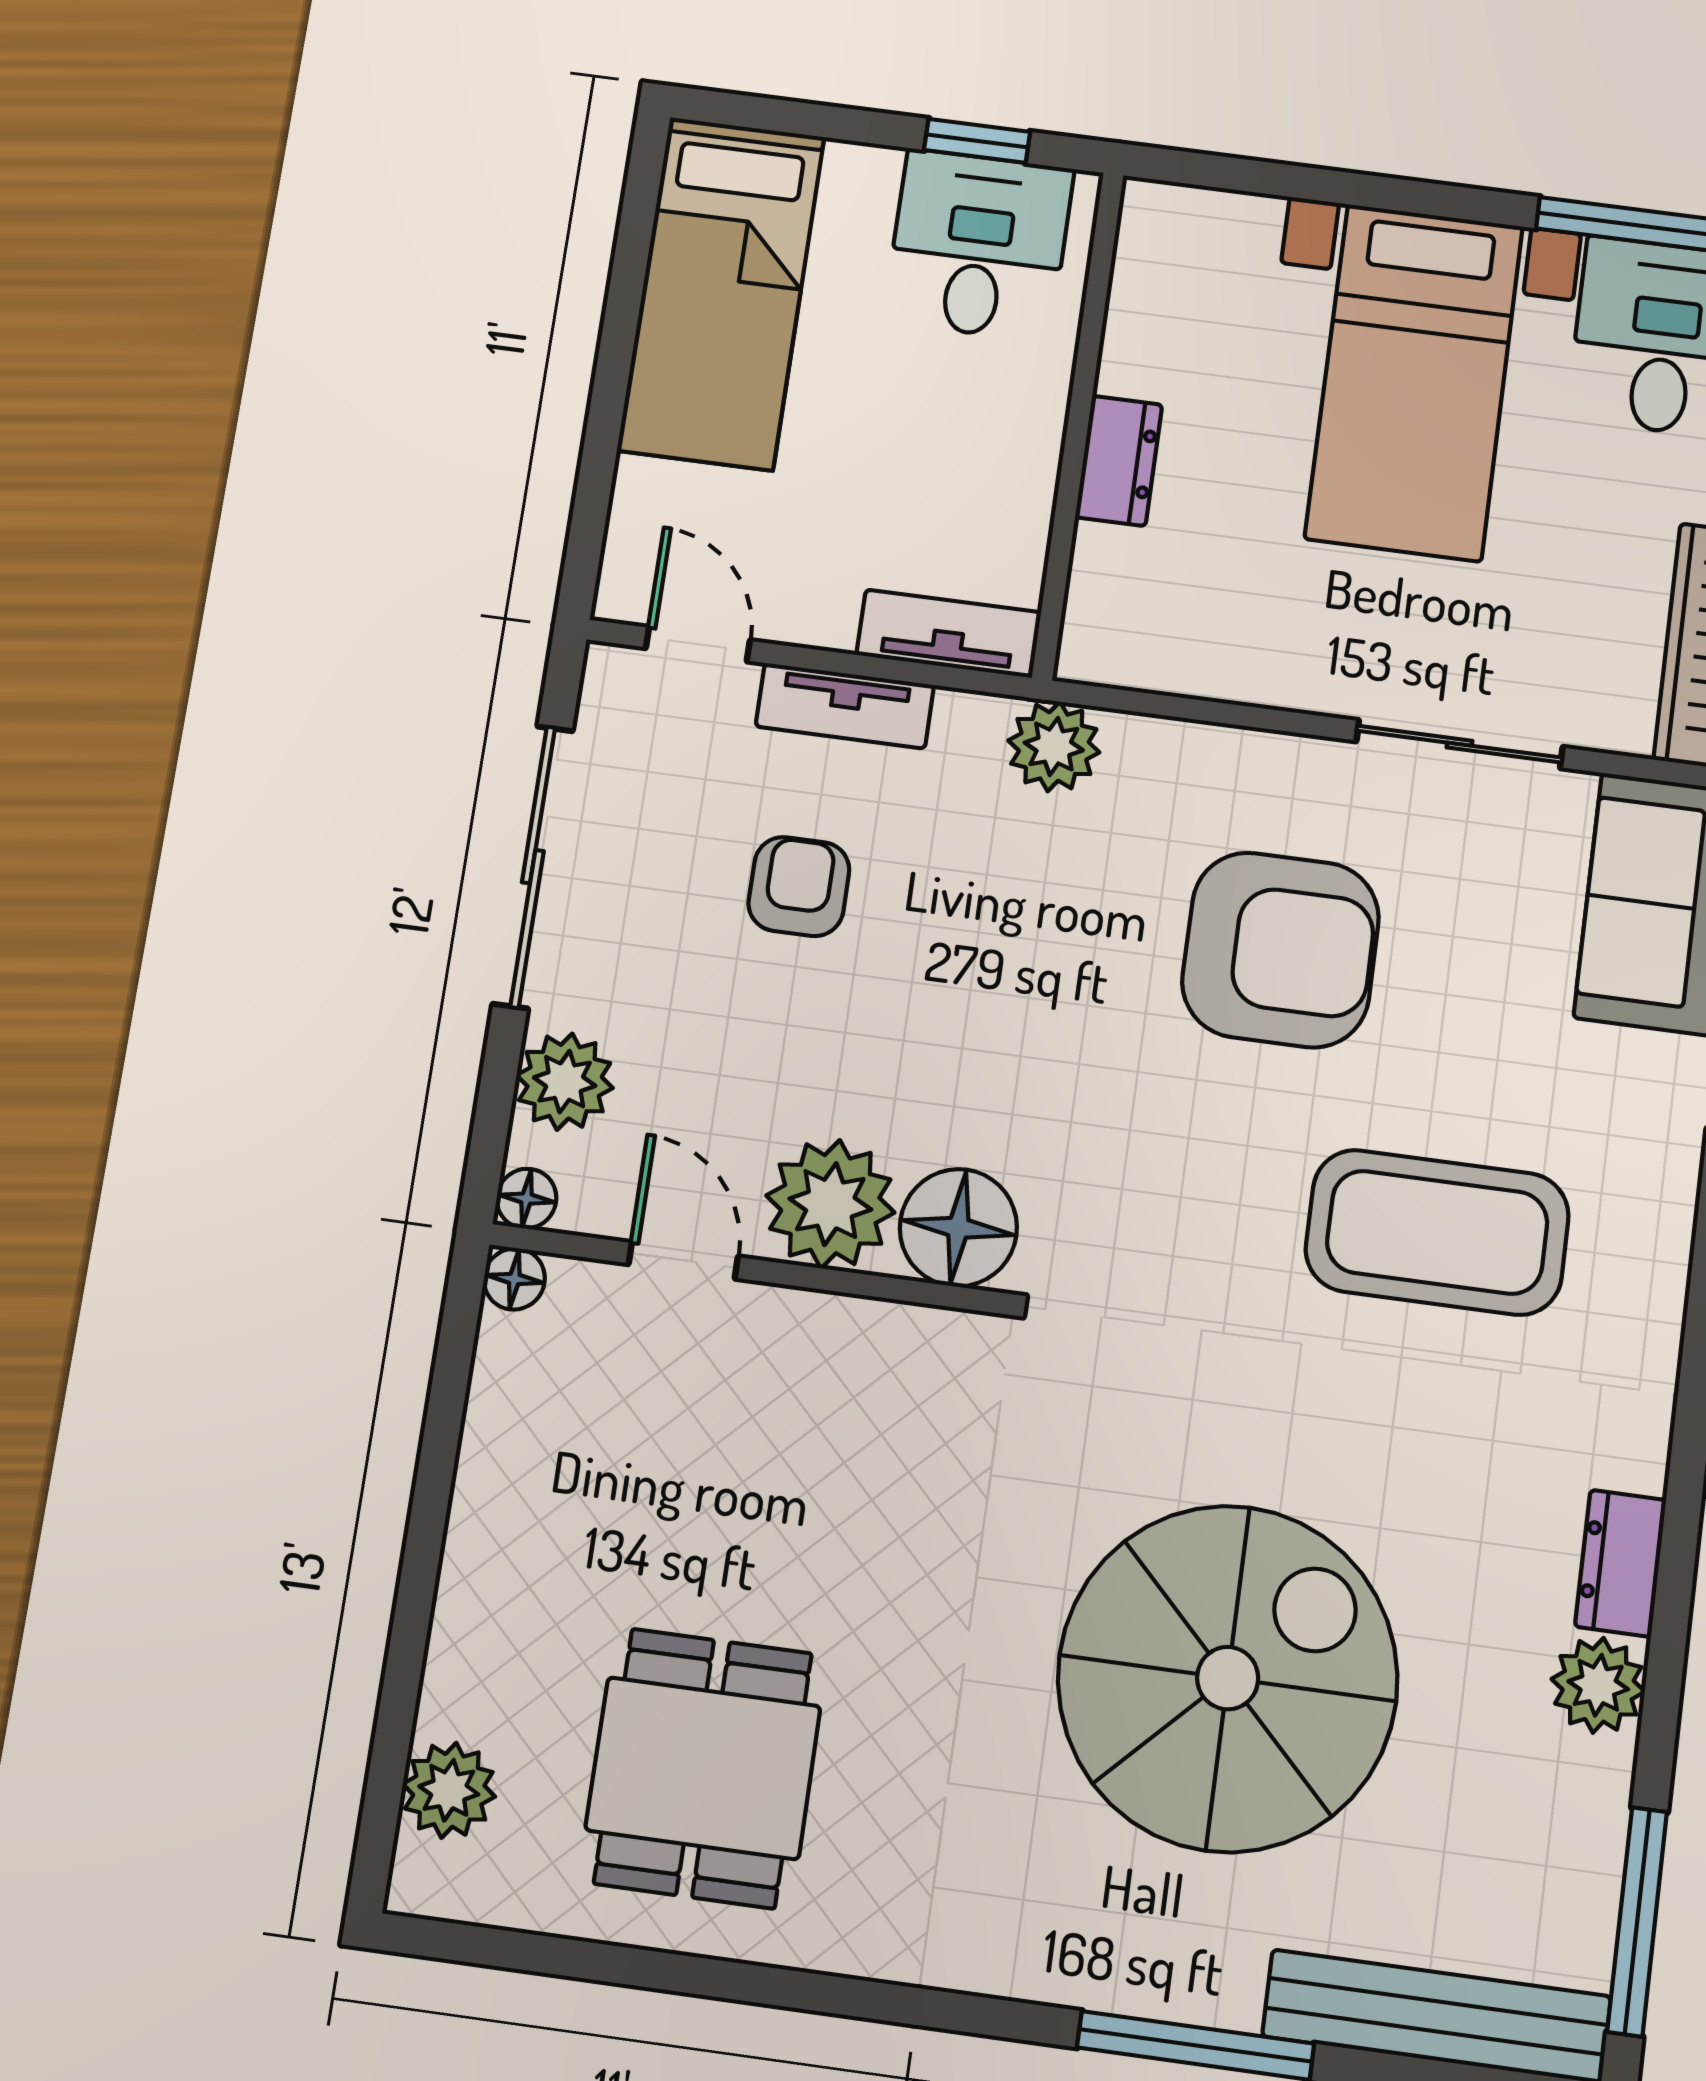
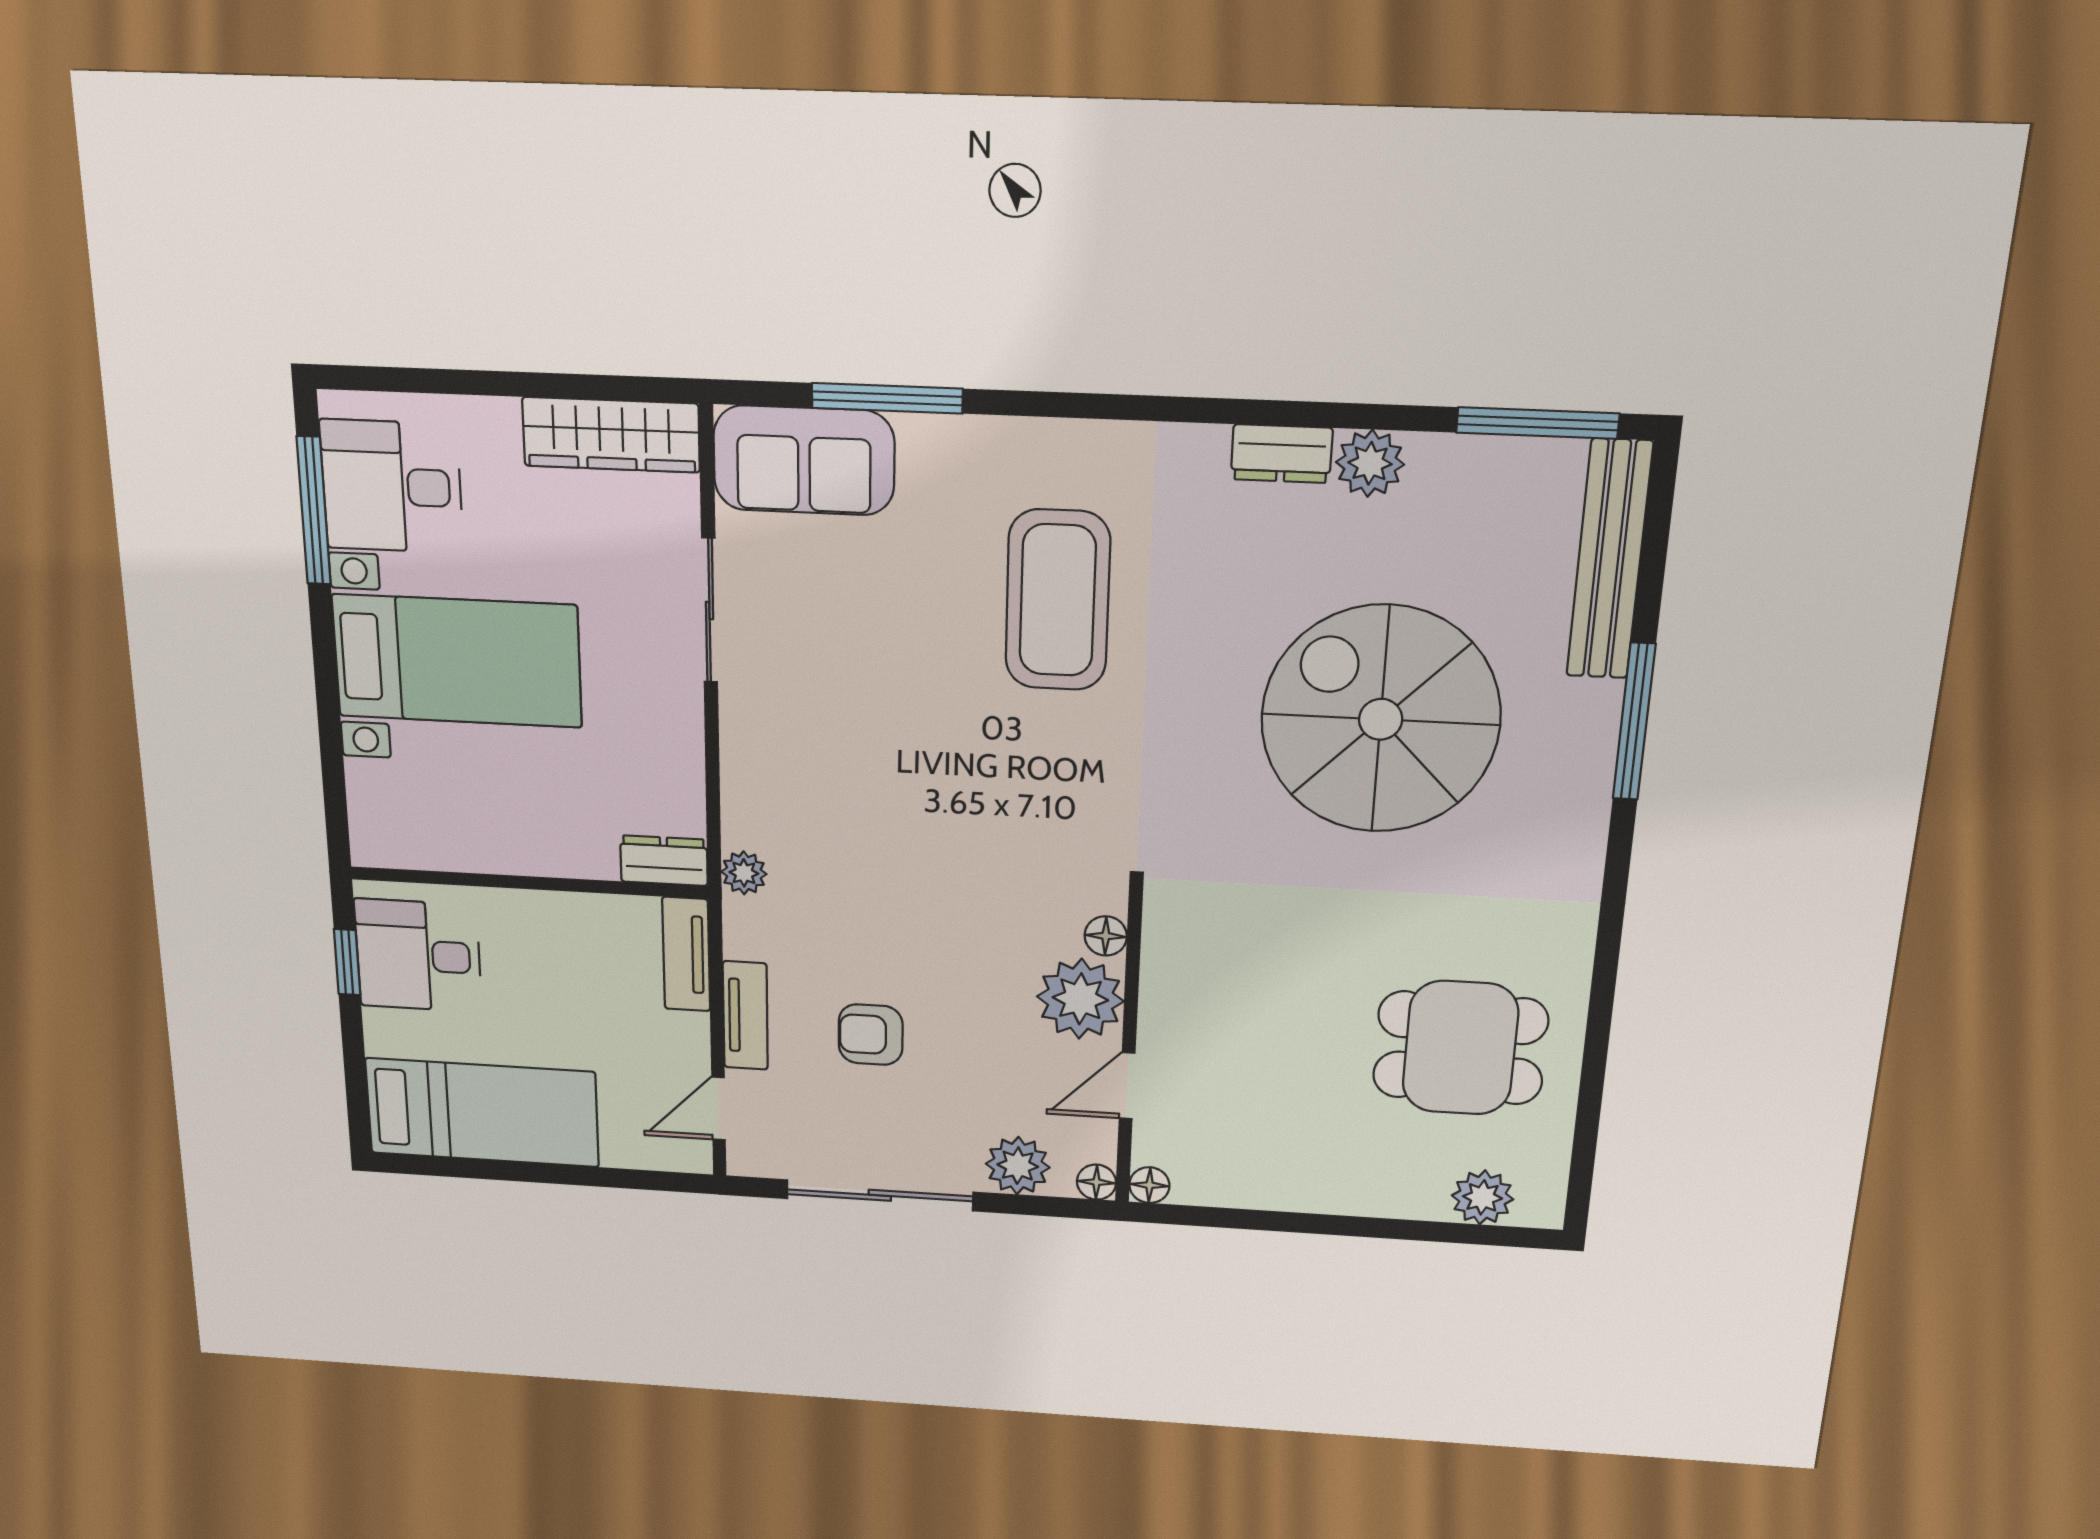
dresser: (1119, 461) -> (664, 861), moved
plant: (1054, 746) -> (744, 873), width x0.73, depth x0.73
armchair: (1280, 950) -> (872, 722), removed
floor lamp: (958, 1228) -> (1106, 936), width x0.53, depth x0.53

